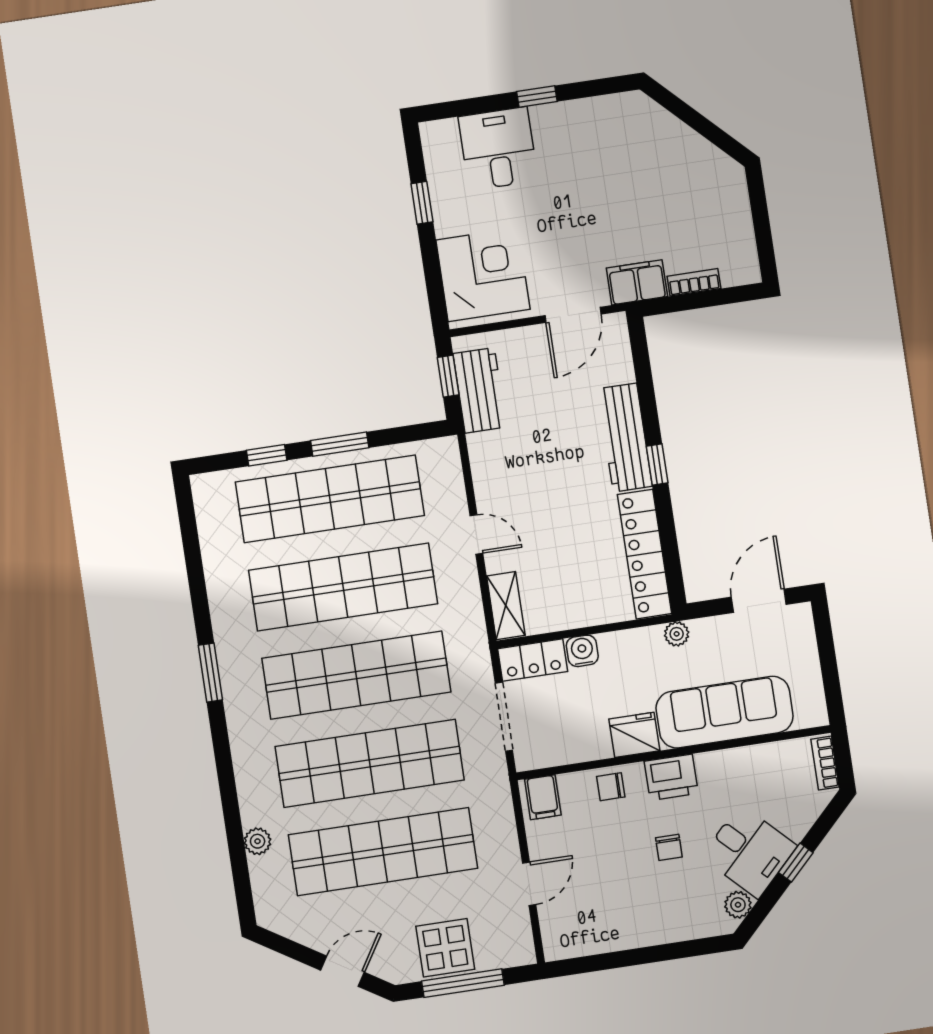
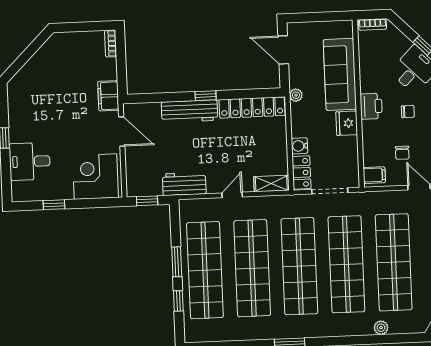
bookcase: (694, 282) -> (111, 43), moved
workbench: (480, 390) -> (184, 184), moved
chair: (611, 787) -> (402, 153), moved

